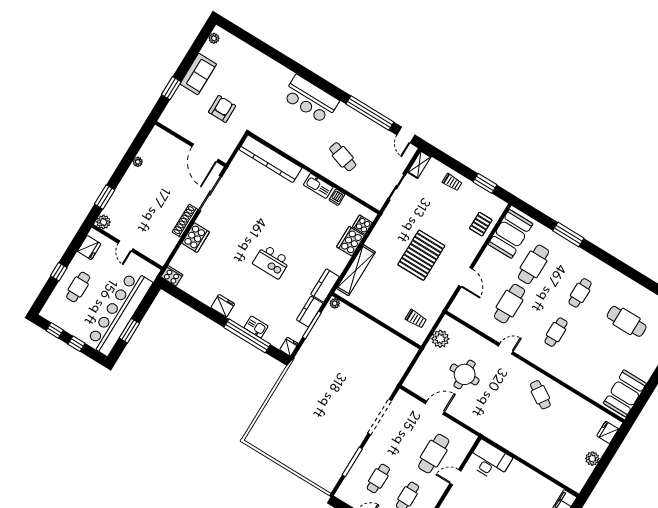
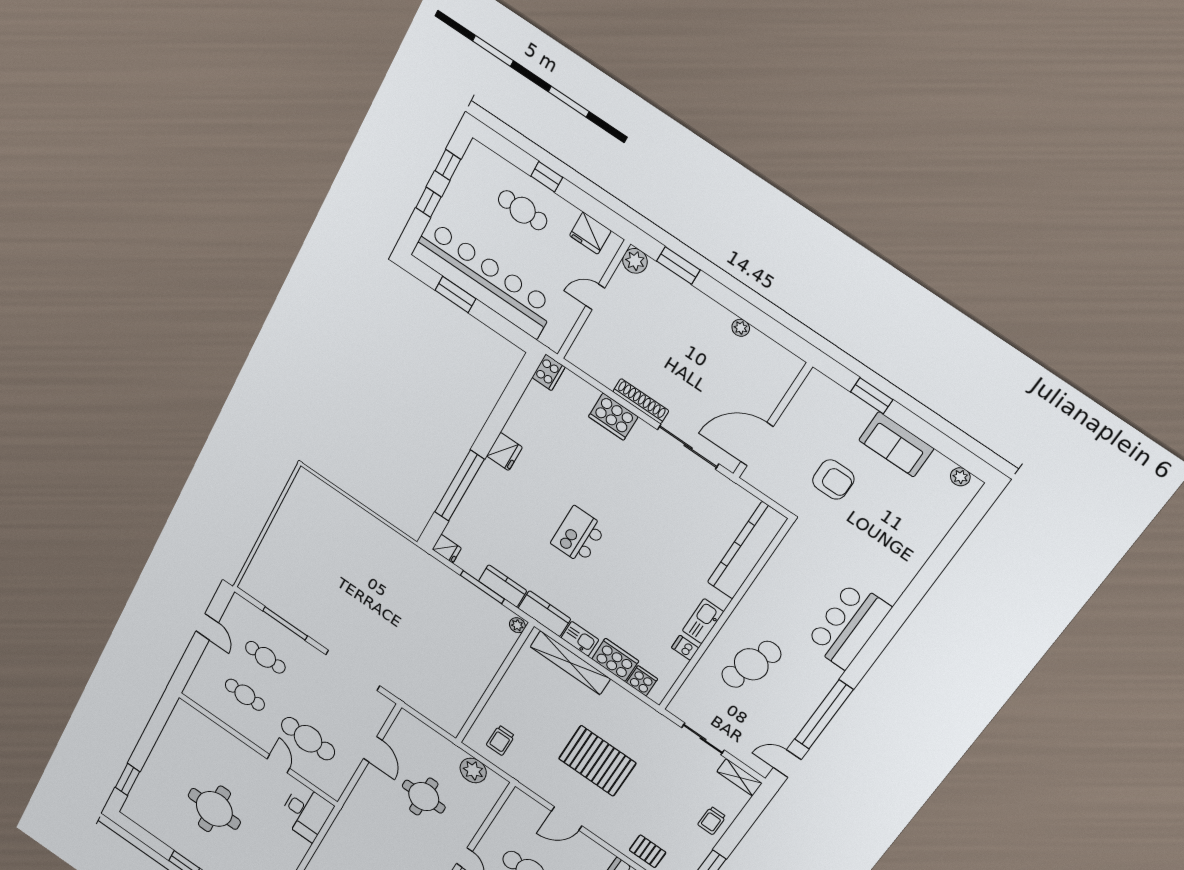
cafe table: (343, 157) -> (751, 664), width x1.37, depth x1.35
kitchen sink: (256, 327) -> (580, 639), moved, turned -90

